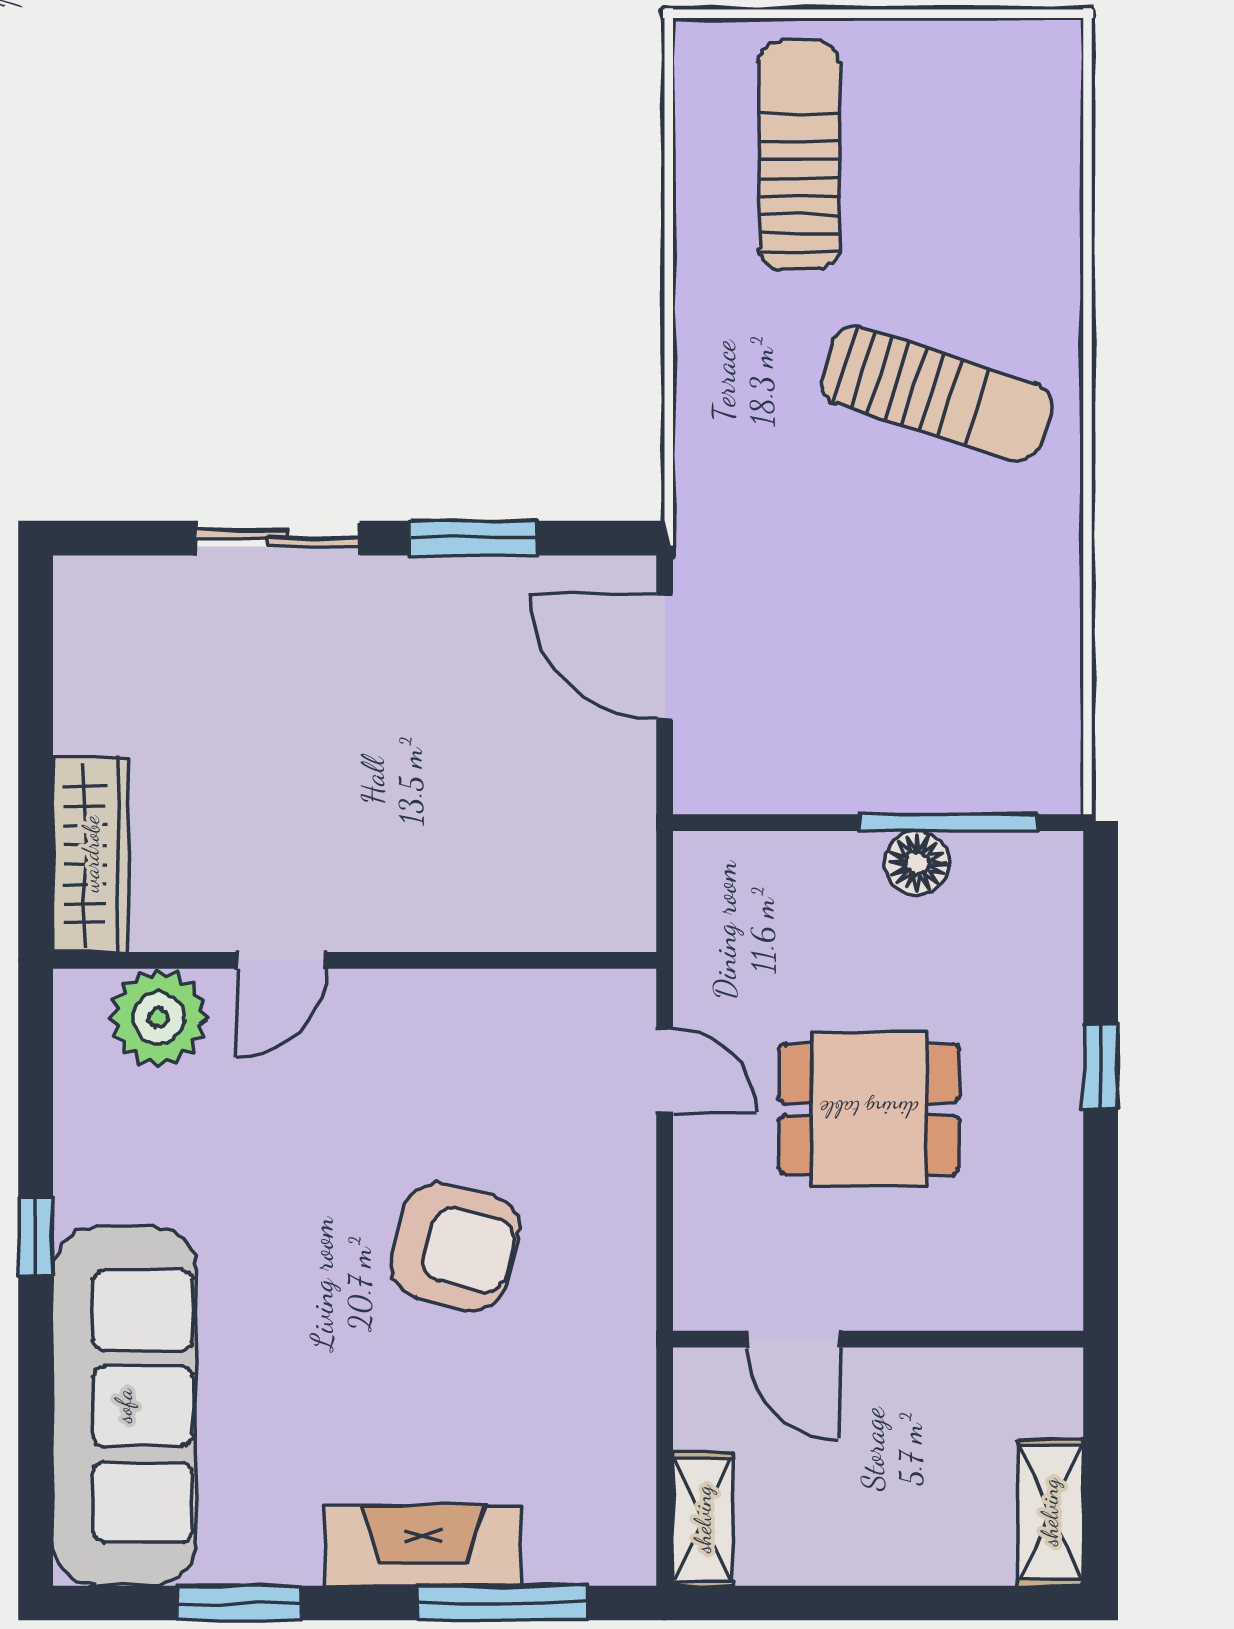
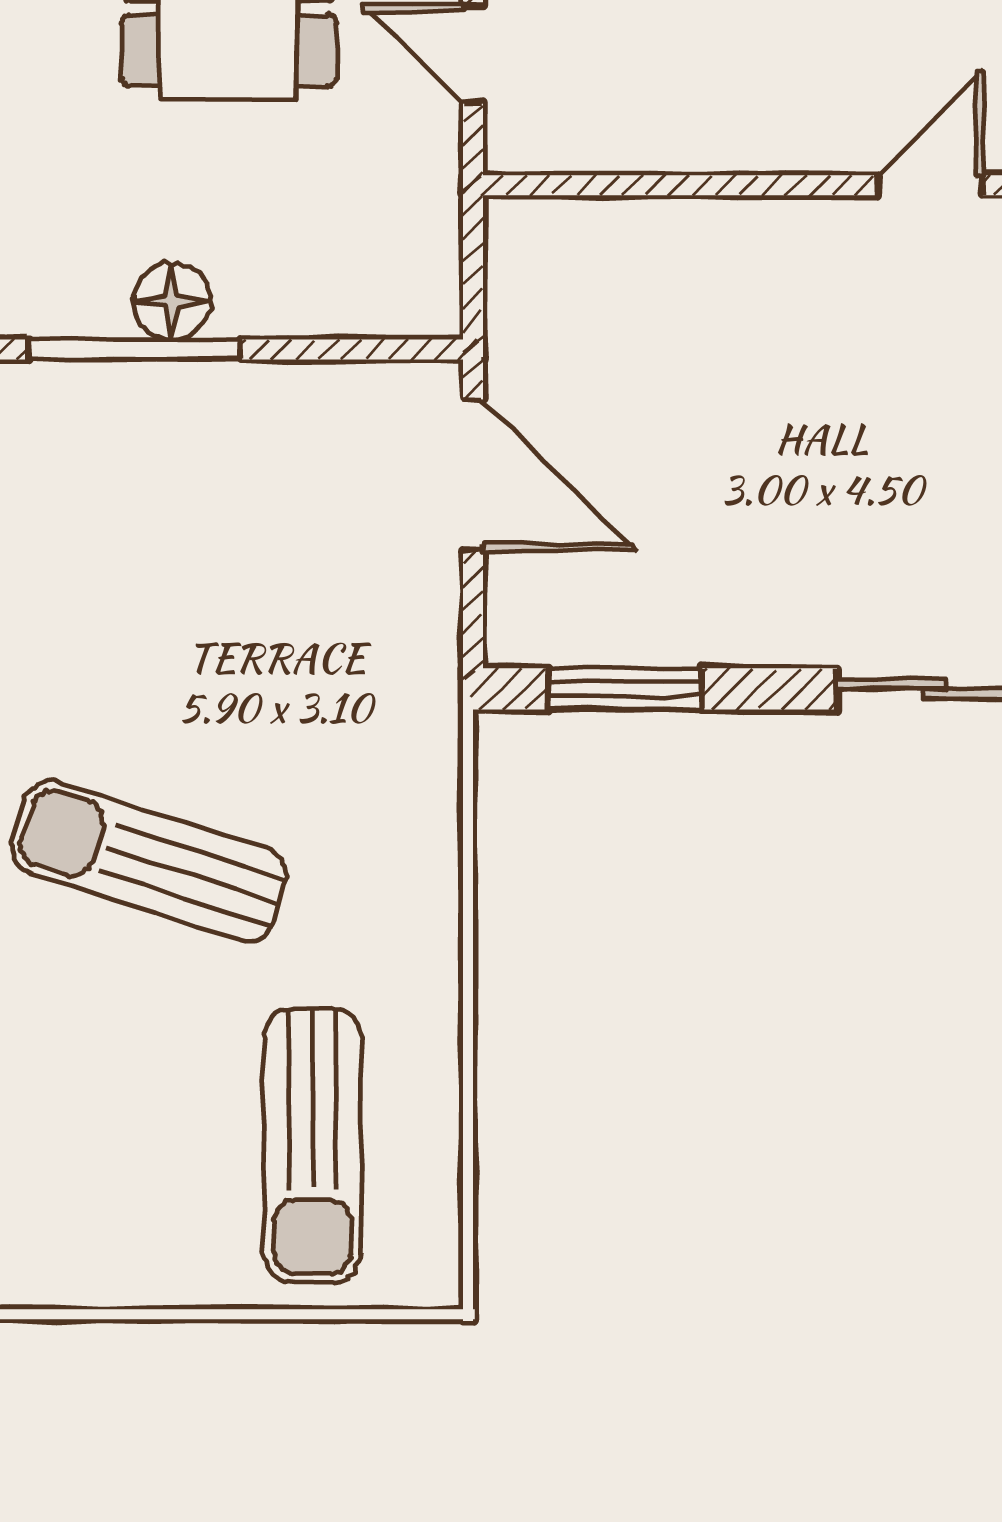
window: (474, 538) -> (625, 689), moved
door: (665, 657) -> (473, 475), moved

